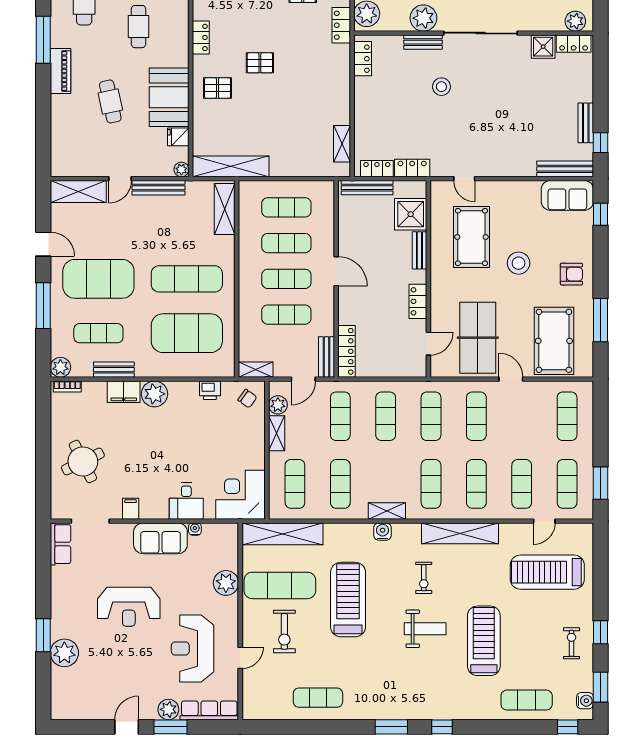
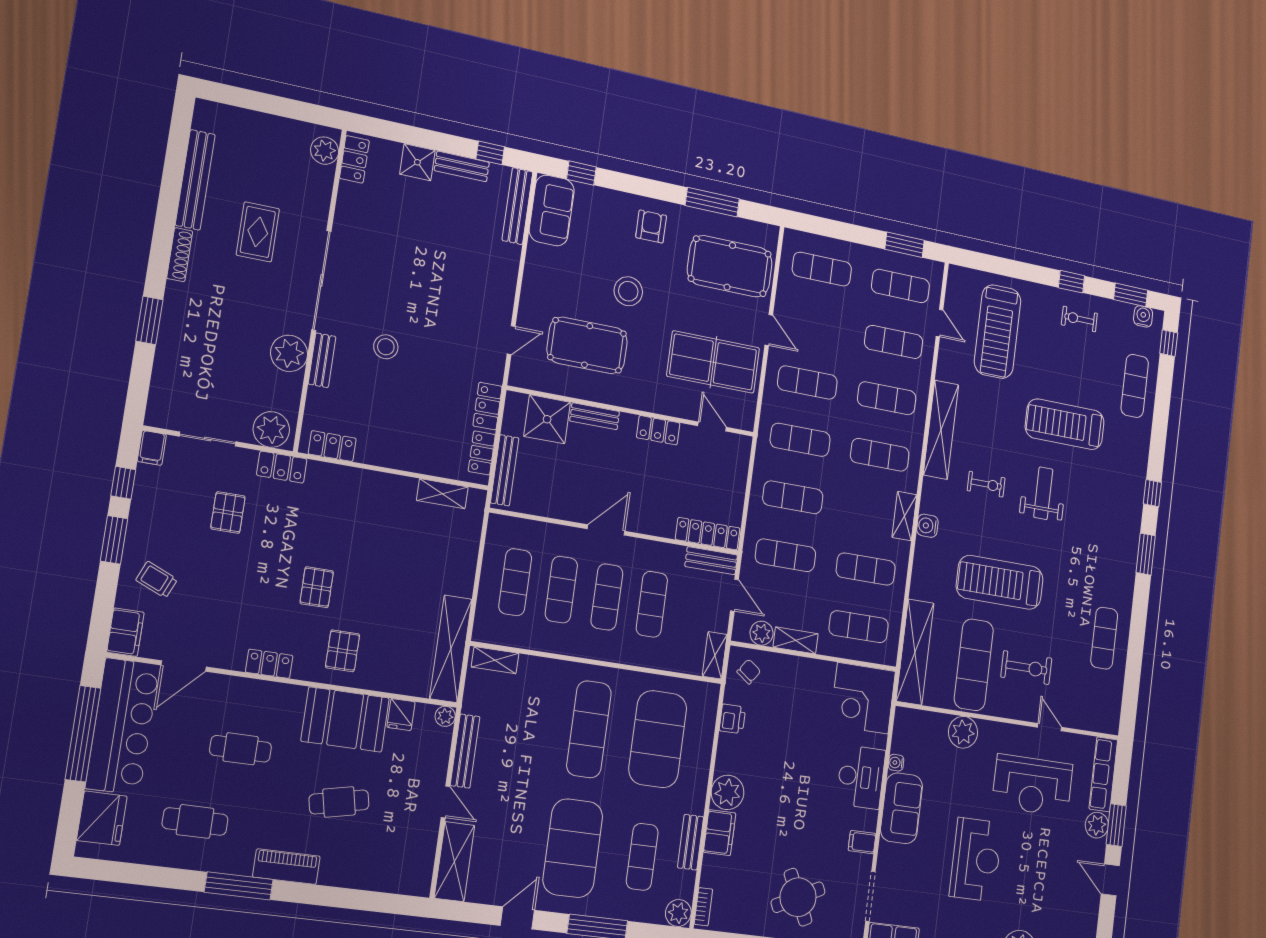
shower: (543, 47) -> (417, 162), moved
shelving: (225, 209) -> (495, 660), width x0.67, depth x0.75
door: (511, 379) -> (769, 330), swing flipped
desk: (186, 501) -> (861, 777), width x1.37

